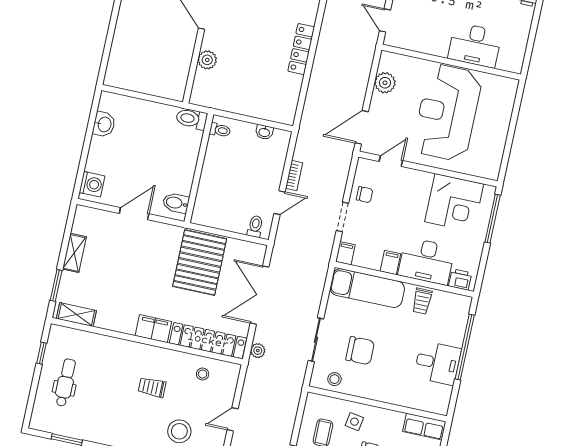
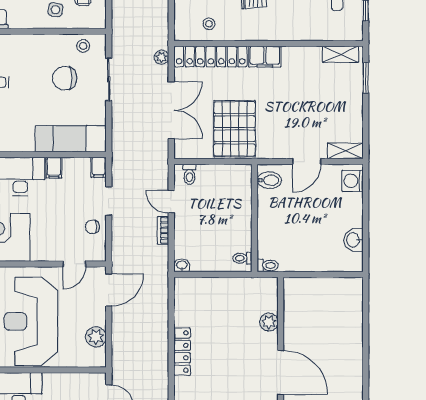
reception desk: (447, 113) -> (31, 321), turned 180
toilet: (192, 119) -> (268, 265), width x0.73, depth x0.72
washbasin: (264, 132) -> (182, 265), moved
door: (280, 203) -> (171, 202), hinge flipped
shelving: (74, 253) -> (345, 151), moved, turned 90
trolley: (422, 301) -> (16, 138), removed

